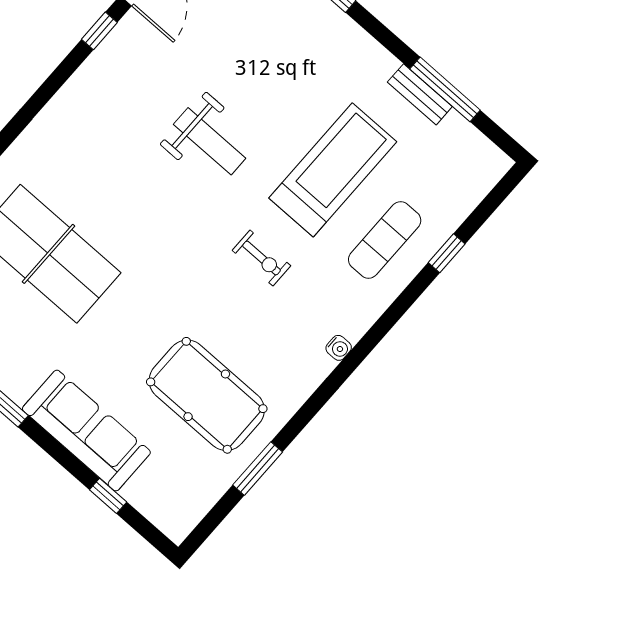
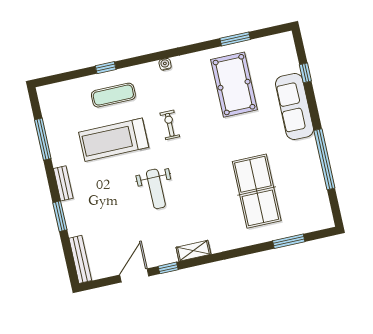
shelving: (79, 87) -> (193, 251), added
bench: (420, 94) -> (63, 183), moved
weight bench: (210, 141) -> (156, 189), turned 180
window: (447, 253) -> (106, 68), moved

